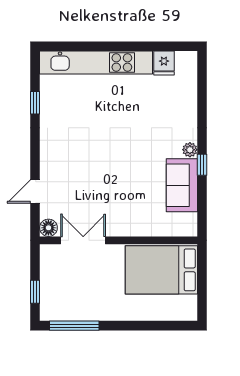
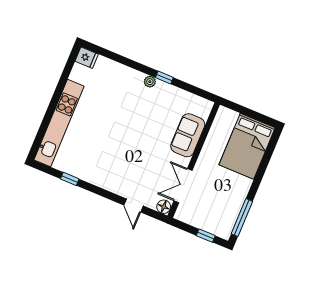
fridge: (164, 63) -> (87, 58), moved
sofa: (182, 185) -> (188, 135), moved, turned 90
bed: (161, 270) -> (247, 146), moved

